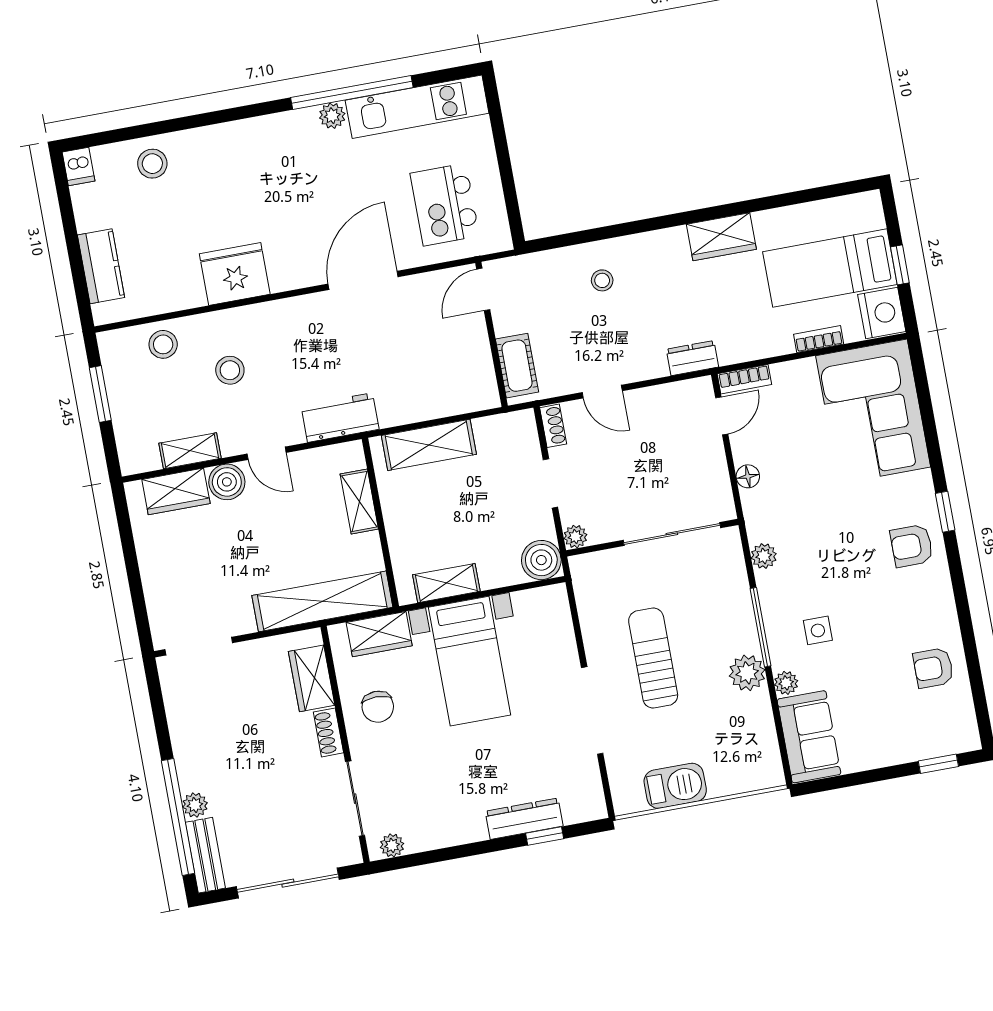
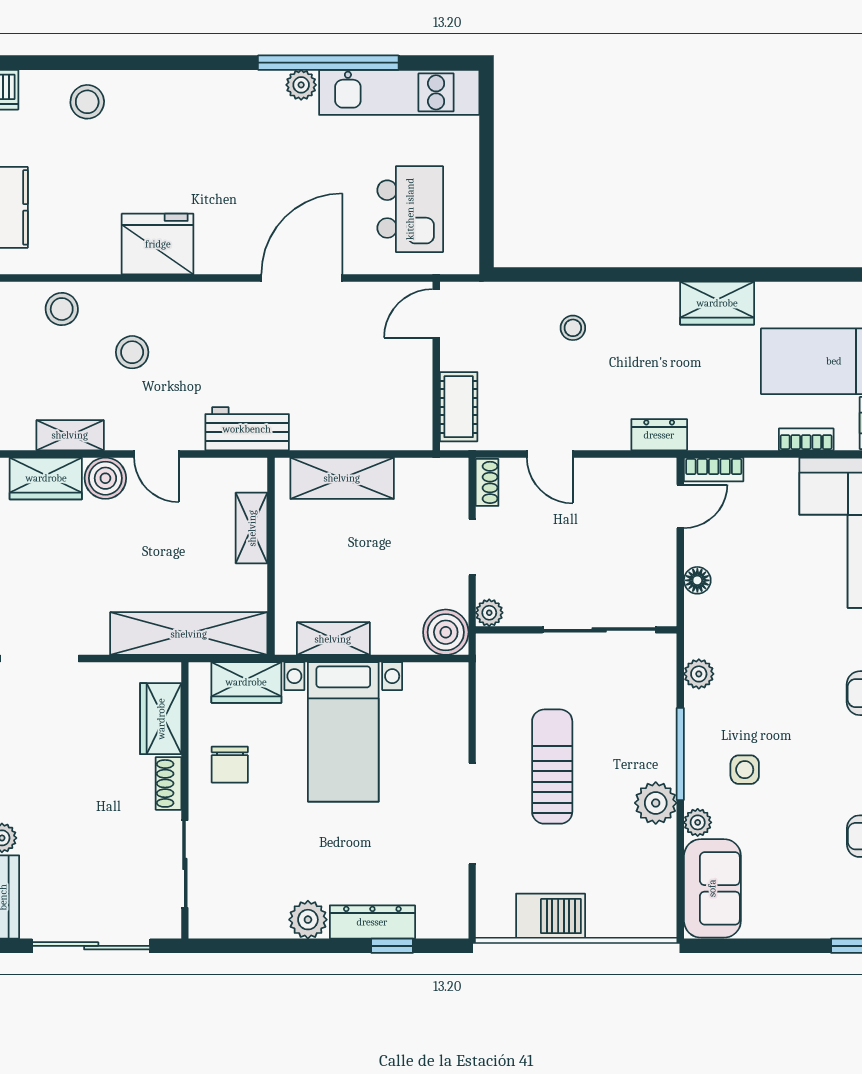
kitchen island: (445, 205) -> (410, 209), turned 180
plant: (392, 845) -> (308, 920), moved, width x1.38, depth x1.38

